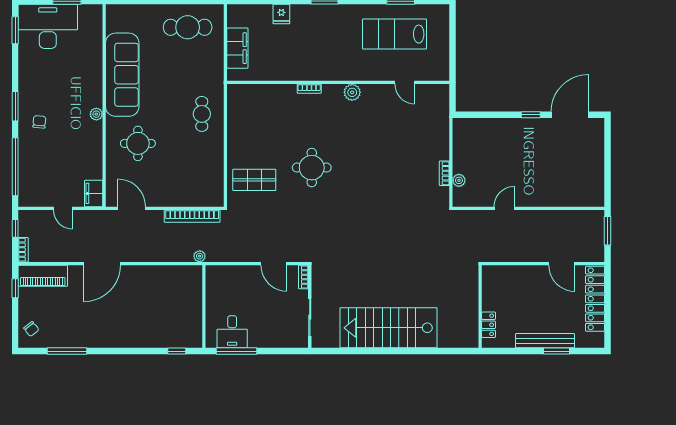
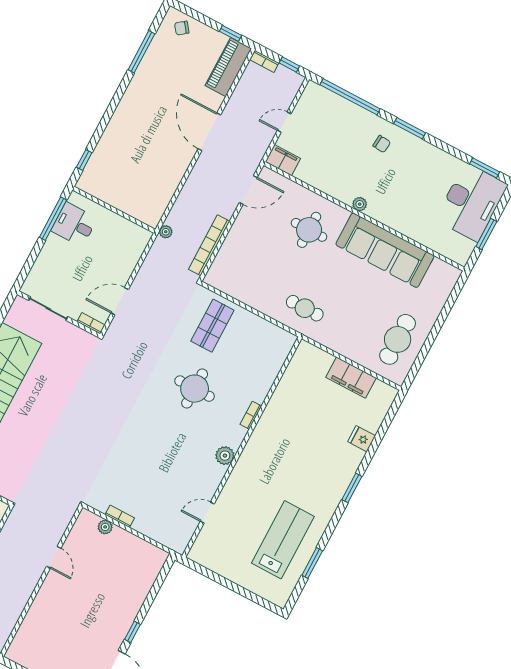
wall: (338, 82) -> (242, 447), moved
door: (405, 82) -> (207, 513), moved
bookcase: (309, 89) -> (251, 415), moved
plant: (352, 92) -> (225, 456), moved

